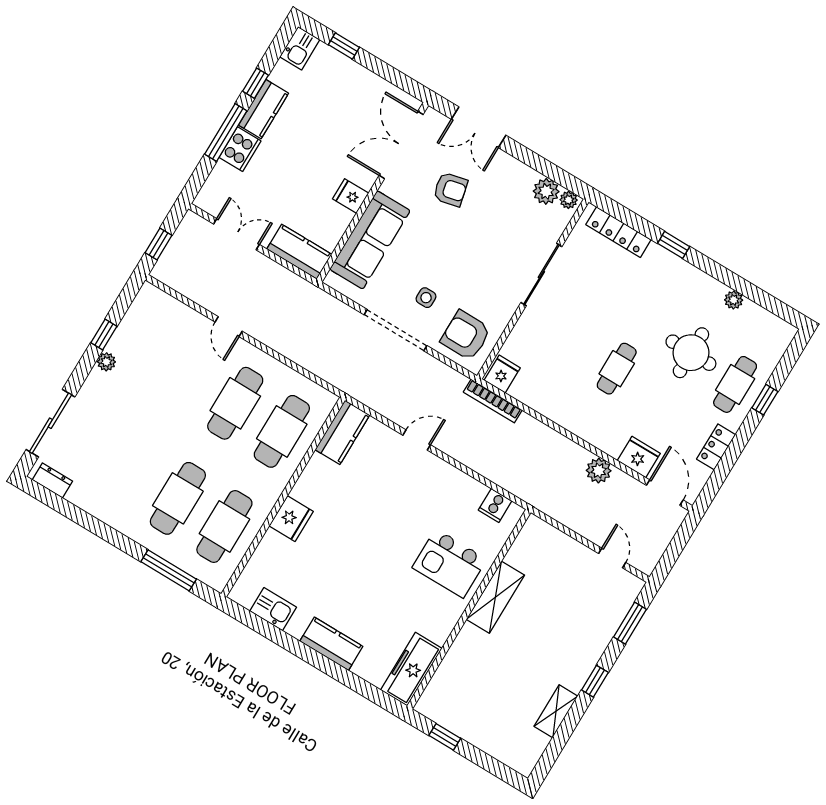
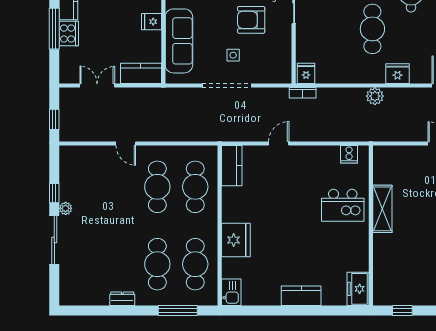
armchair: (466, 335) -> (251, 20), moved
cafe table: (617, 369) -> (372, 29), width x1.37, depth x1.35
bookcase: (493, 401) -> (303, 93), width x0.64
sliding door: (50, 423) -> (54, 240), moved
fridge: (639, 457) -> (398, 74), moved
plant: (599, 471) -> (375, 96), moved
dresser: (52, 480) -> (122, 299), moved
fridge: (291, 519) -> (236, 240), width x1.36, depth x1.34
kitchen sink: (273, 609) -> (231, 292), moved, turned 90
freezer: (411, 669) -> (358, 289), width x0.71

